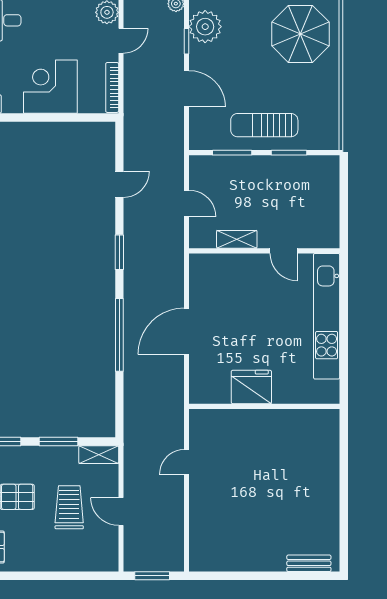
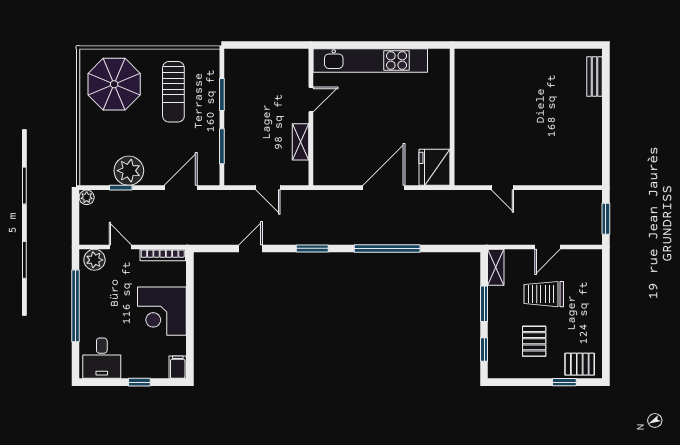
plant: (205, 27) -> (129, 171), moved
door: (187, 89) -> (181, 188), moved
sun lounger: (264, 125) -> (173, 92), moved
door: (119, 184) -> (251, 248), hinge flipped
door: (187, 203) -> (268, 188), swing flipped
door: (187, 331) -> (384, 188), swing flipped
fridge: (251, 387) -> (434, 167), moved

